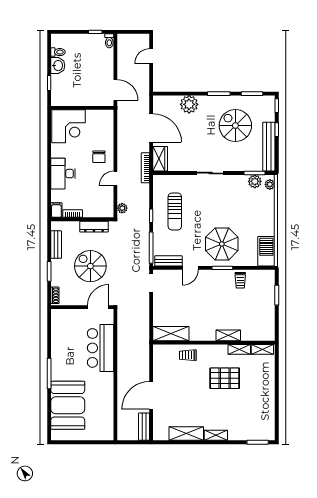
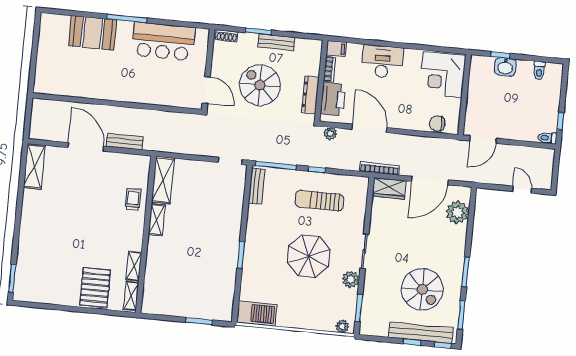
washbasin: (58, 66) -> (505, 67), moved
plant: (189, 104) -> (457, 212), moved
spiral stairs: (235, 126) -> (422, 289), turned 90
bench: (269, 147) -> (421, 333), moved
chair: (99, 157) -> (437, 123), moved
door: (115, 178) -> (369, 128), width x1.87
plant: (255, 181) -> (351, 279), moved
printer: (96, 209) -> (333, 99), added
parasol: (222, 244) -> (309, 256), moved
bench: (56, 245) -> (276, 42), moved
spiral stairs: (90, 266) -> (260, 85), turned -90
door: (190, 268) -> (245, 213), removed
trolley: (240, 280) -> (223, 276), removed
shelving: (228, 335) -> (157, 220), moved
bar counter: (101, 348) -> (163, 41), moved, turned 180
pallet: (225, 378) -> (95, 288), moved
booth: (68, 405) -> (93, 33), width x0.73, depth x0.70
bench: (144, 427) -> (125, 142), moved
shelving: (186, 434) -> (34, 166), moved
shelving: (216, 435) -> (26, 225), removed

